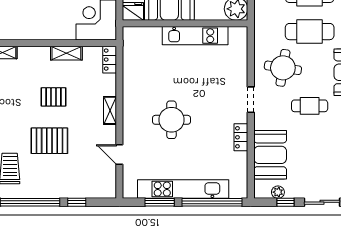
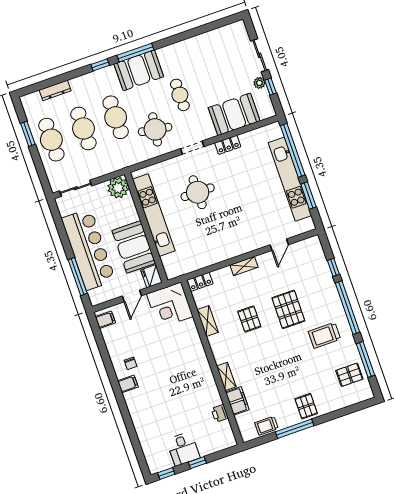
kitchen unit: (195, 36) -> (154, 215), width x1.36
round table: (171, 120) -> (198, 192), moved
plant: (278, 192) -> (259, 83), moved

